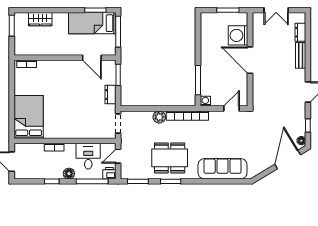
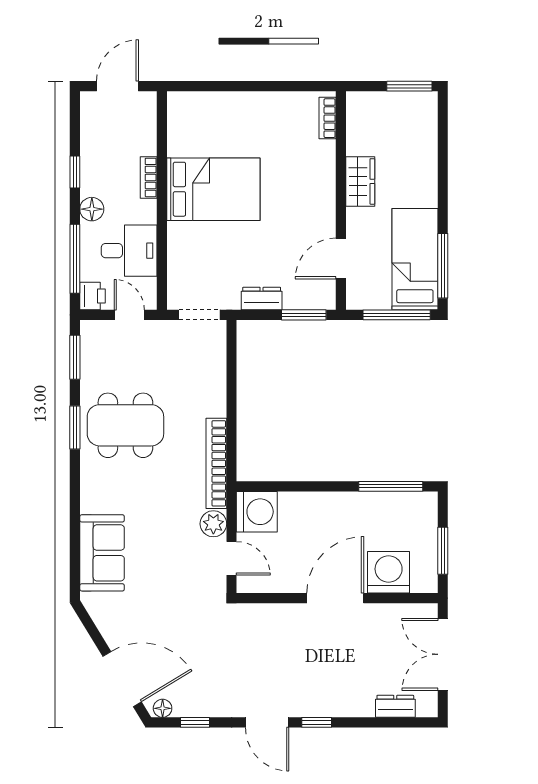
window: (95, 10) -> (443, 266), width x1.44
double door: (276, 10) -> (443, 654), width x1.37
wardrobe: (40, 19) -> (360, 181), moved, turned 180
bench: (301, 55) -> (346, 707), removed
window: (308, 69) -> (317, 722), added
window: (198, 80) -> (391, 486), moved
washing machine: (205, 101) -> (257, 512), width x1.89, depth x1.89
bed: (29, 117) -> (213, 189), moved
plant: (159, 117) -> (213, 524), moved
dining table: (170, 158) -> (125, 425), turned 90
sofa: (223, 169) -> (102, 553), width x0.73

